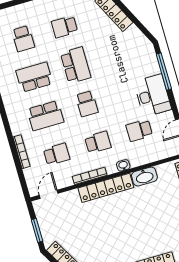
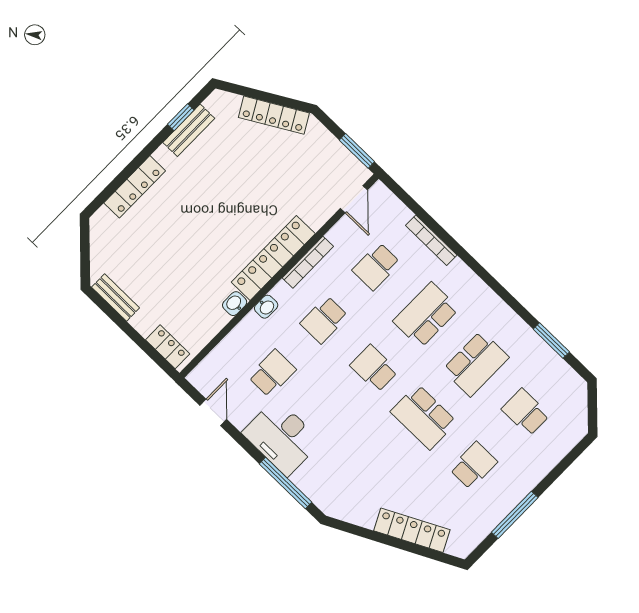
washbasin: (144, 177) -> (235, 304), width x0.52, depth x0.69
window: (37, 230) -> (357, 151), moved

